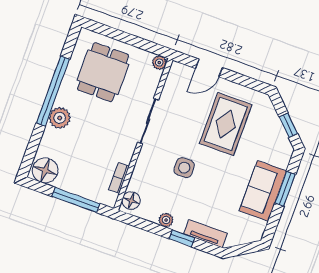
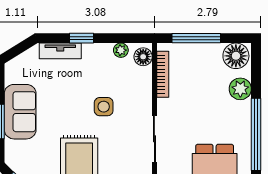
plant: (60, 118) -> (240, 89), moved
bookcase: (119, 178) -> (163, 74), width x1.56
plant: (166, 220) -> (121, 50), moved

